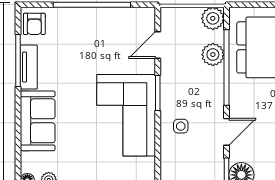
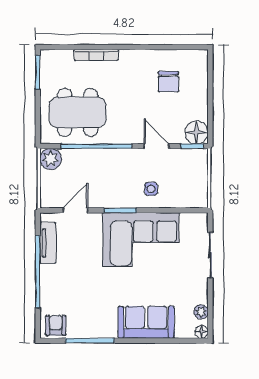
armchair: (34, 24) -> (56, 325), turned -90
door: (158, 45) -> (75, 210), swing flipped
plant: (213, 55) -> (84, 159), removed
tv unit: (29, 67) -> (48, 243), moved, turned 90

